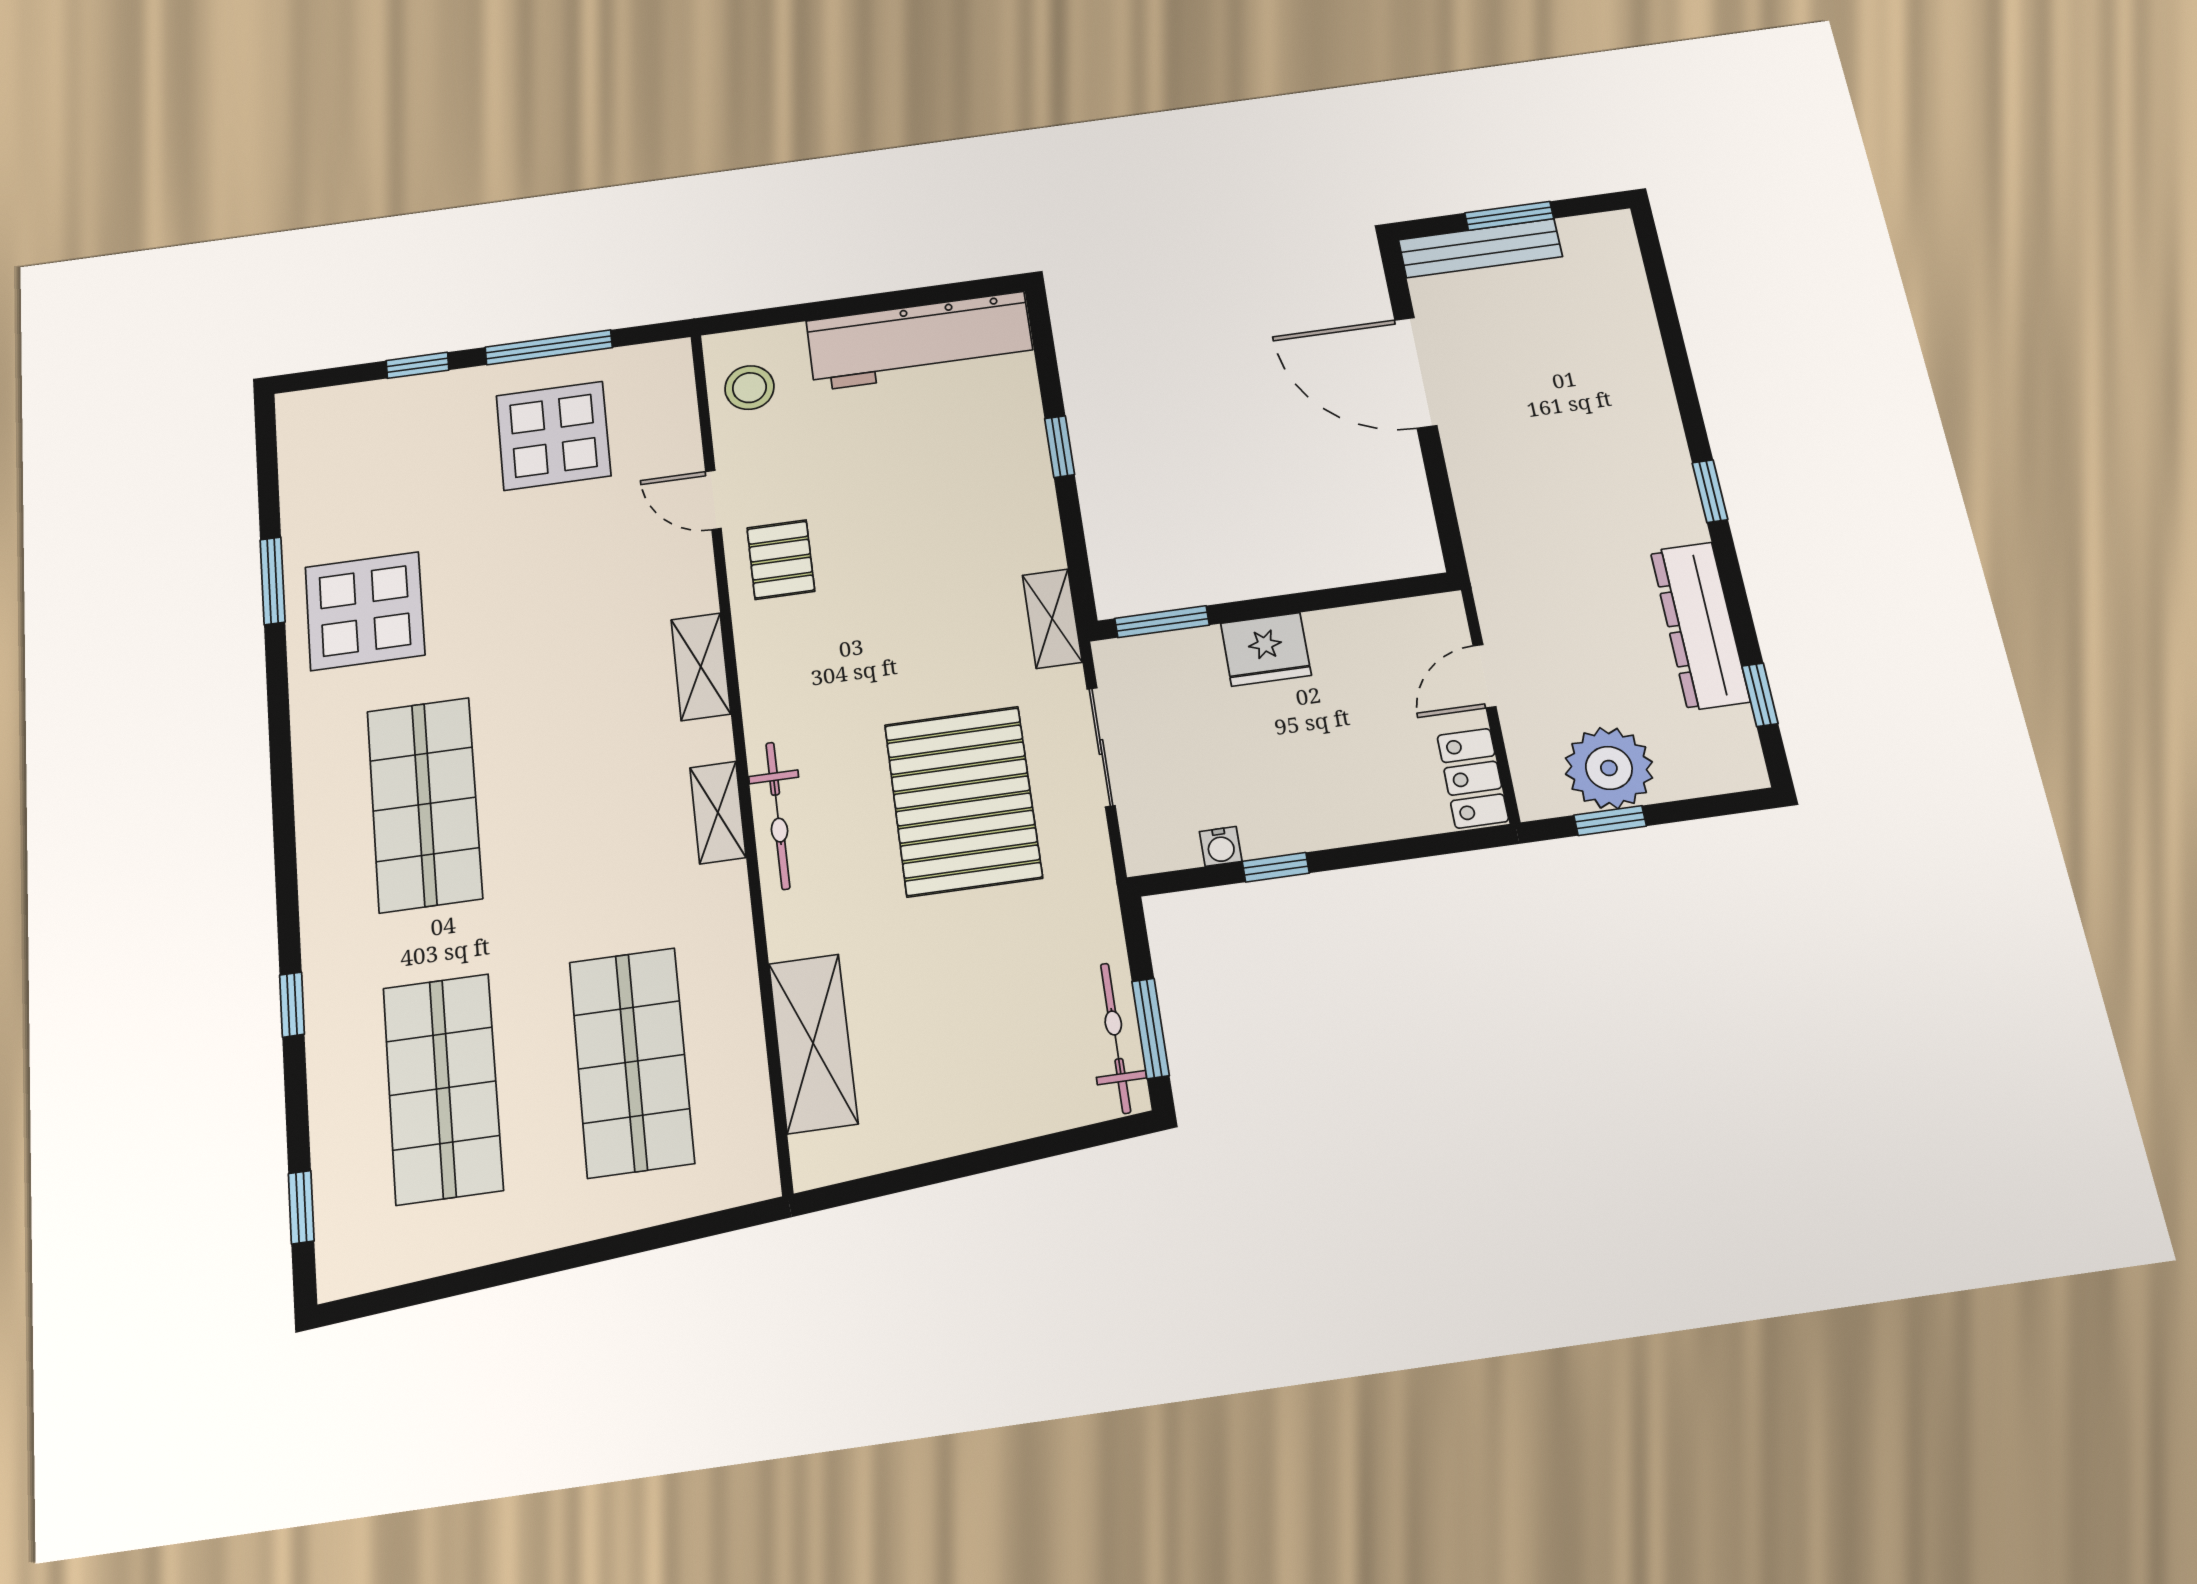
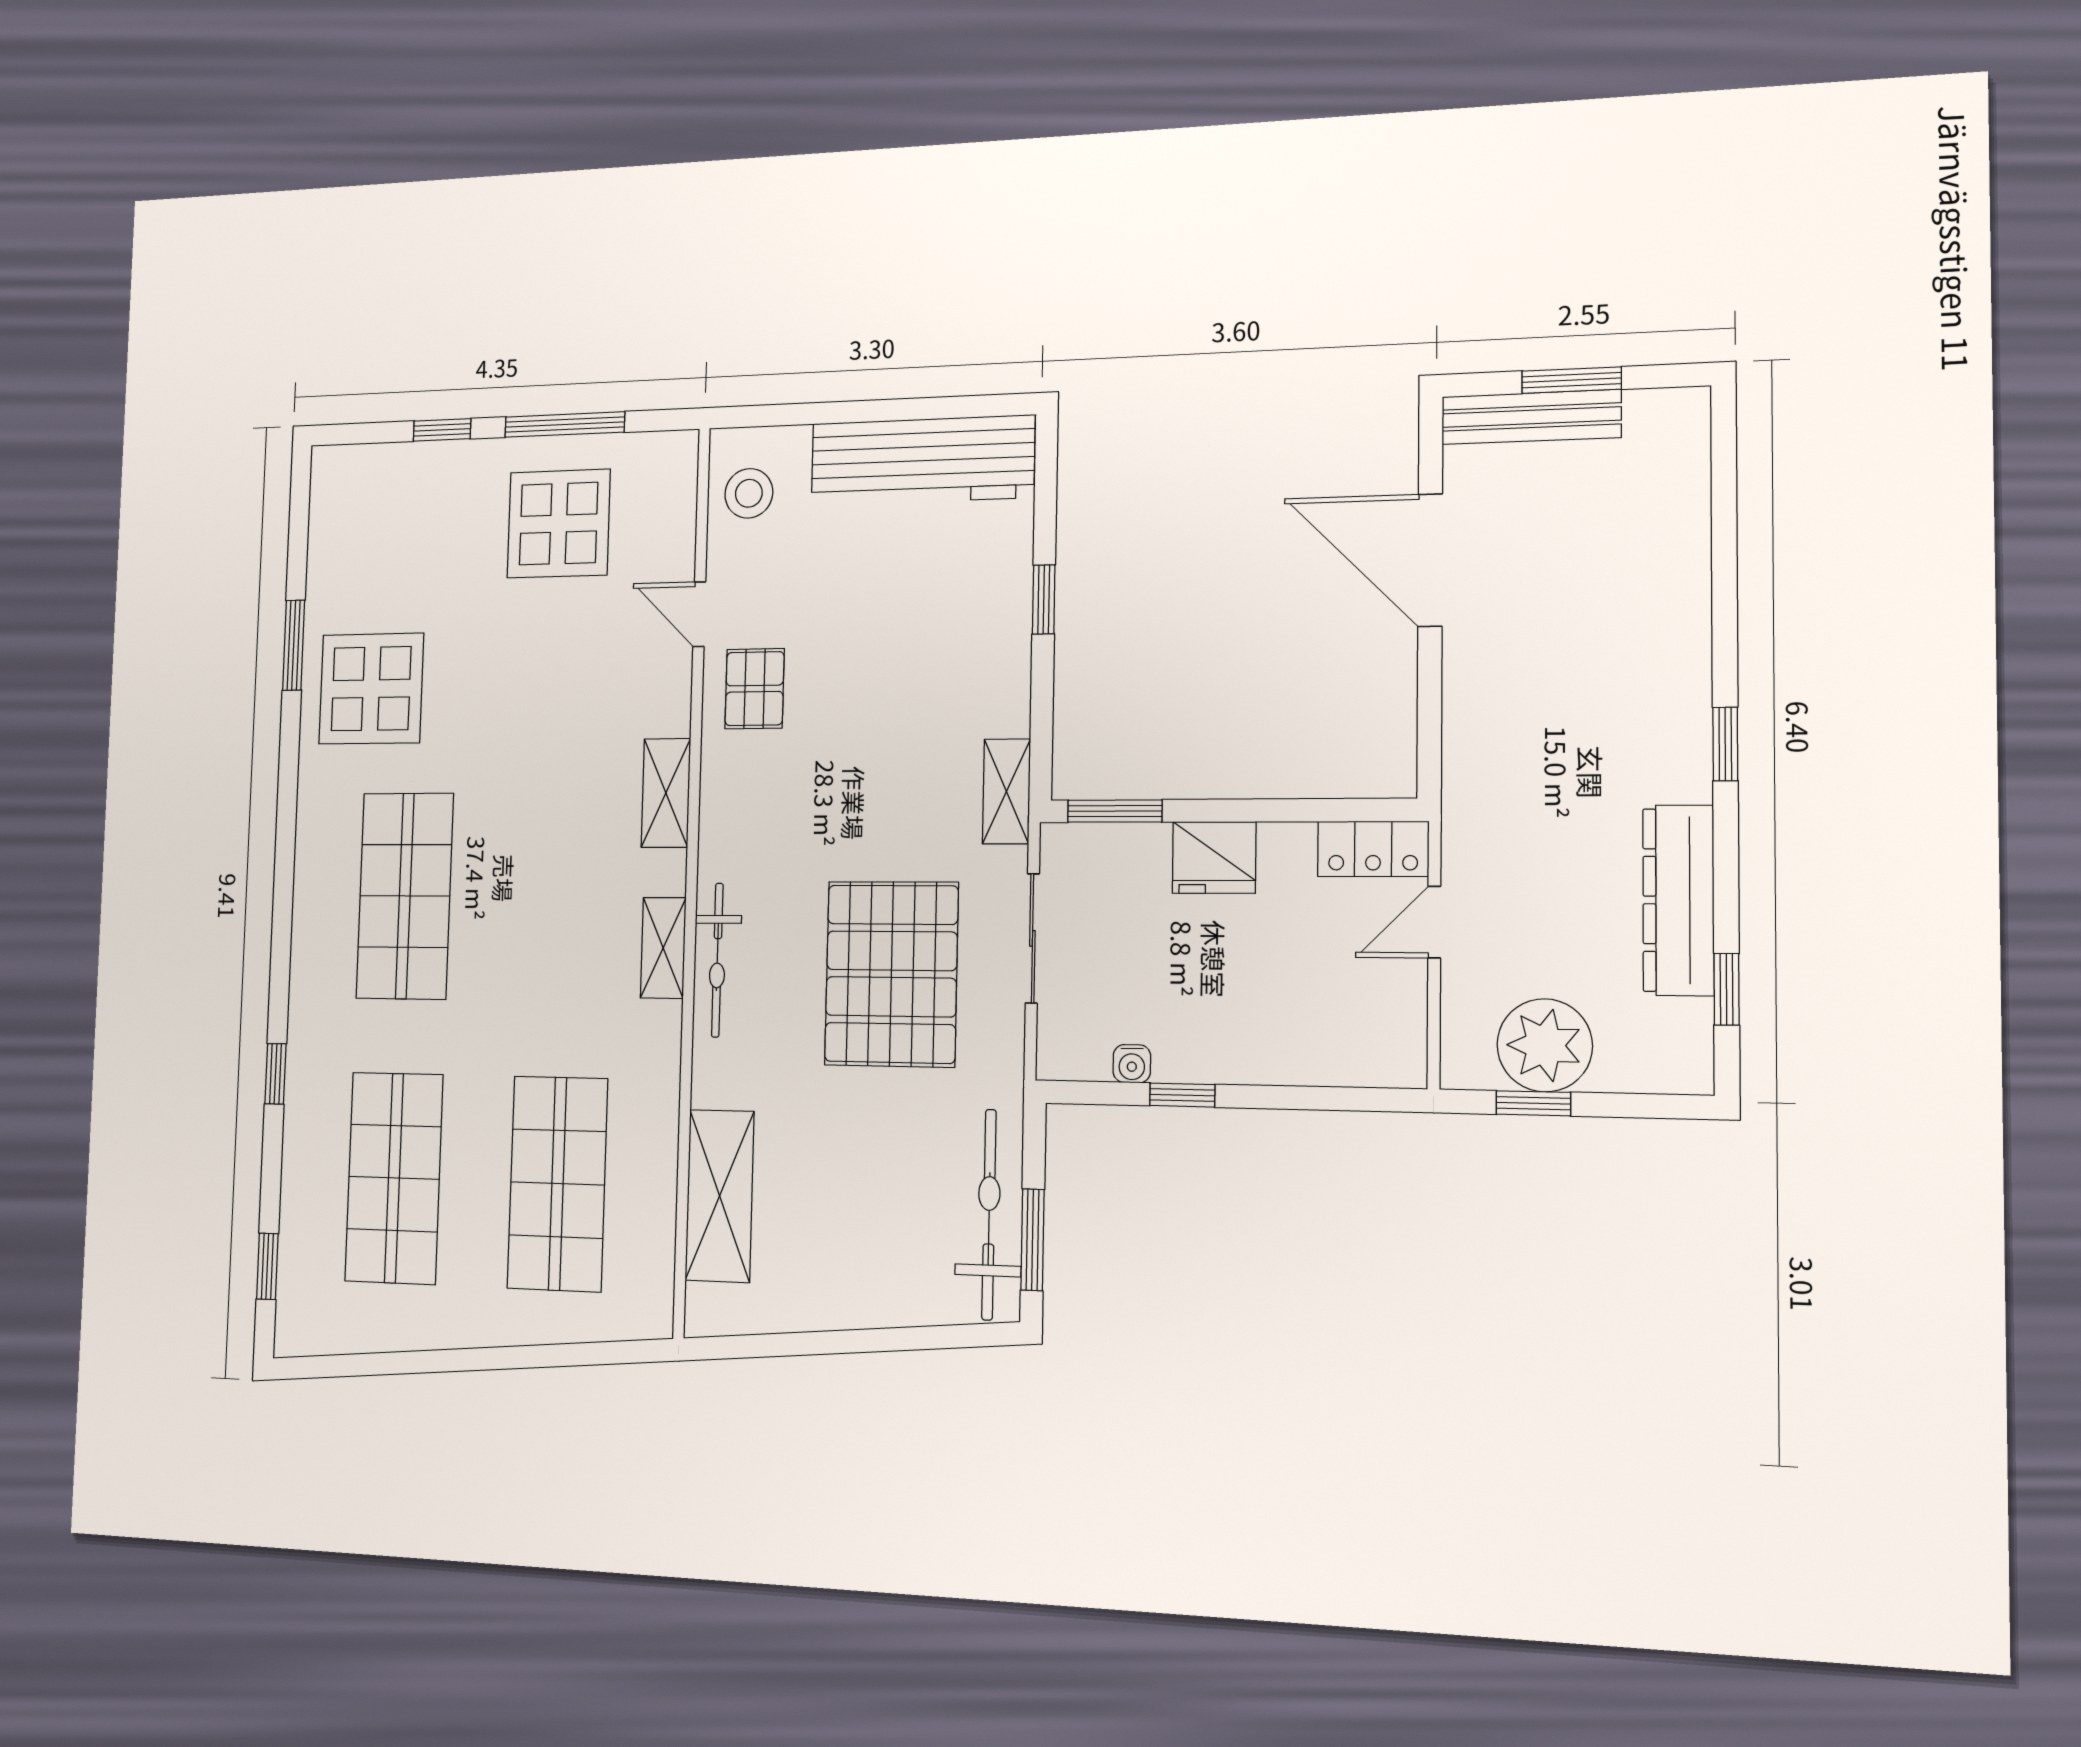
locker: (1473, 778) -> (1373, 849), moved, turned -90
bicycle: (1116, 1038) -> (989, 1215), width x1.37, depth x1.40

